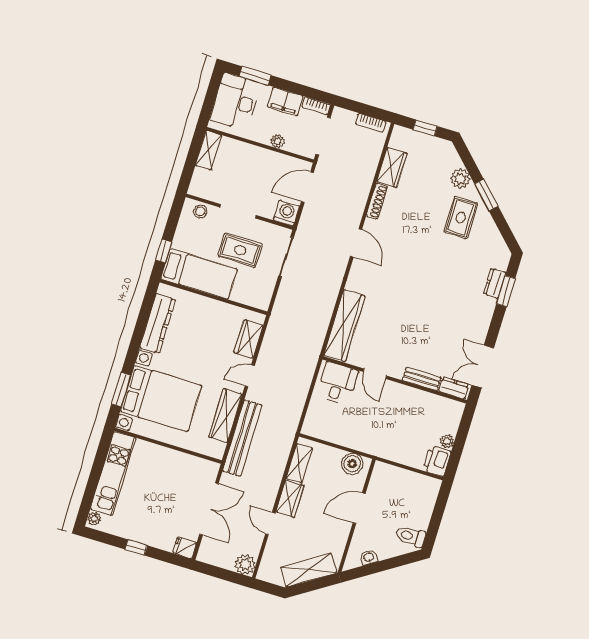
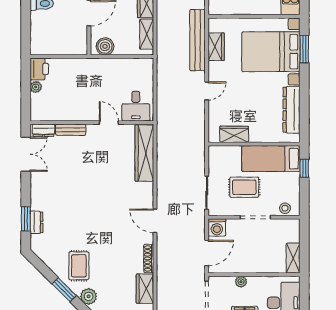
wardrobe: (249, 339) -> (234, 134), moved, turned -90
wardrobe: (225, 416) -> (216, 47), width x0.67

